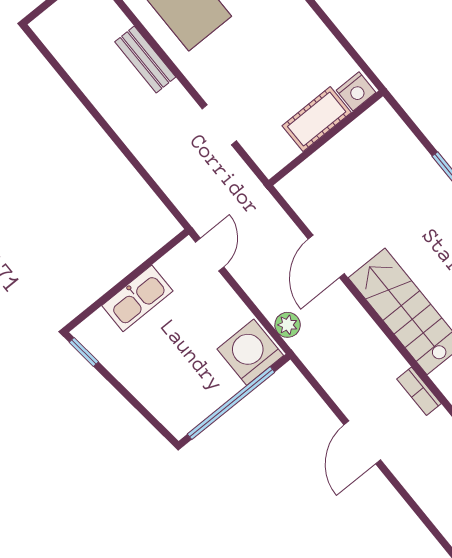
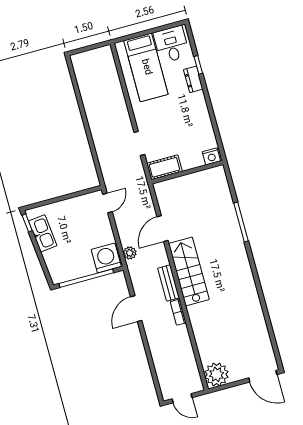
bench: (145, 59) -> (169, 283), moved
cot: (317, 119) -> (164, 167), moved
kitchen sink: (137, 298) -> (43, 233), moved, turned -96
door: (362, 442) -> (136, 309), moved

